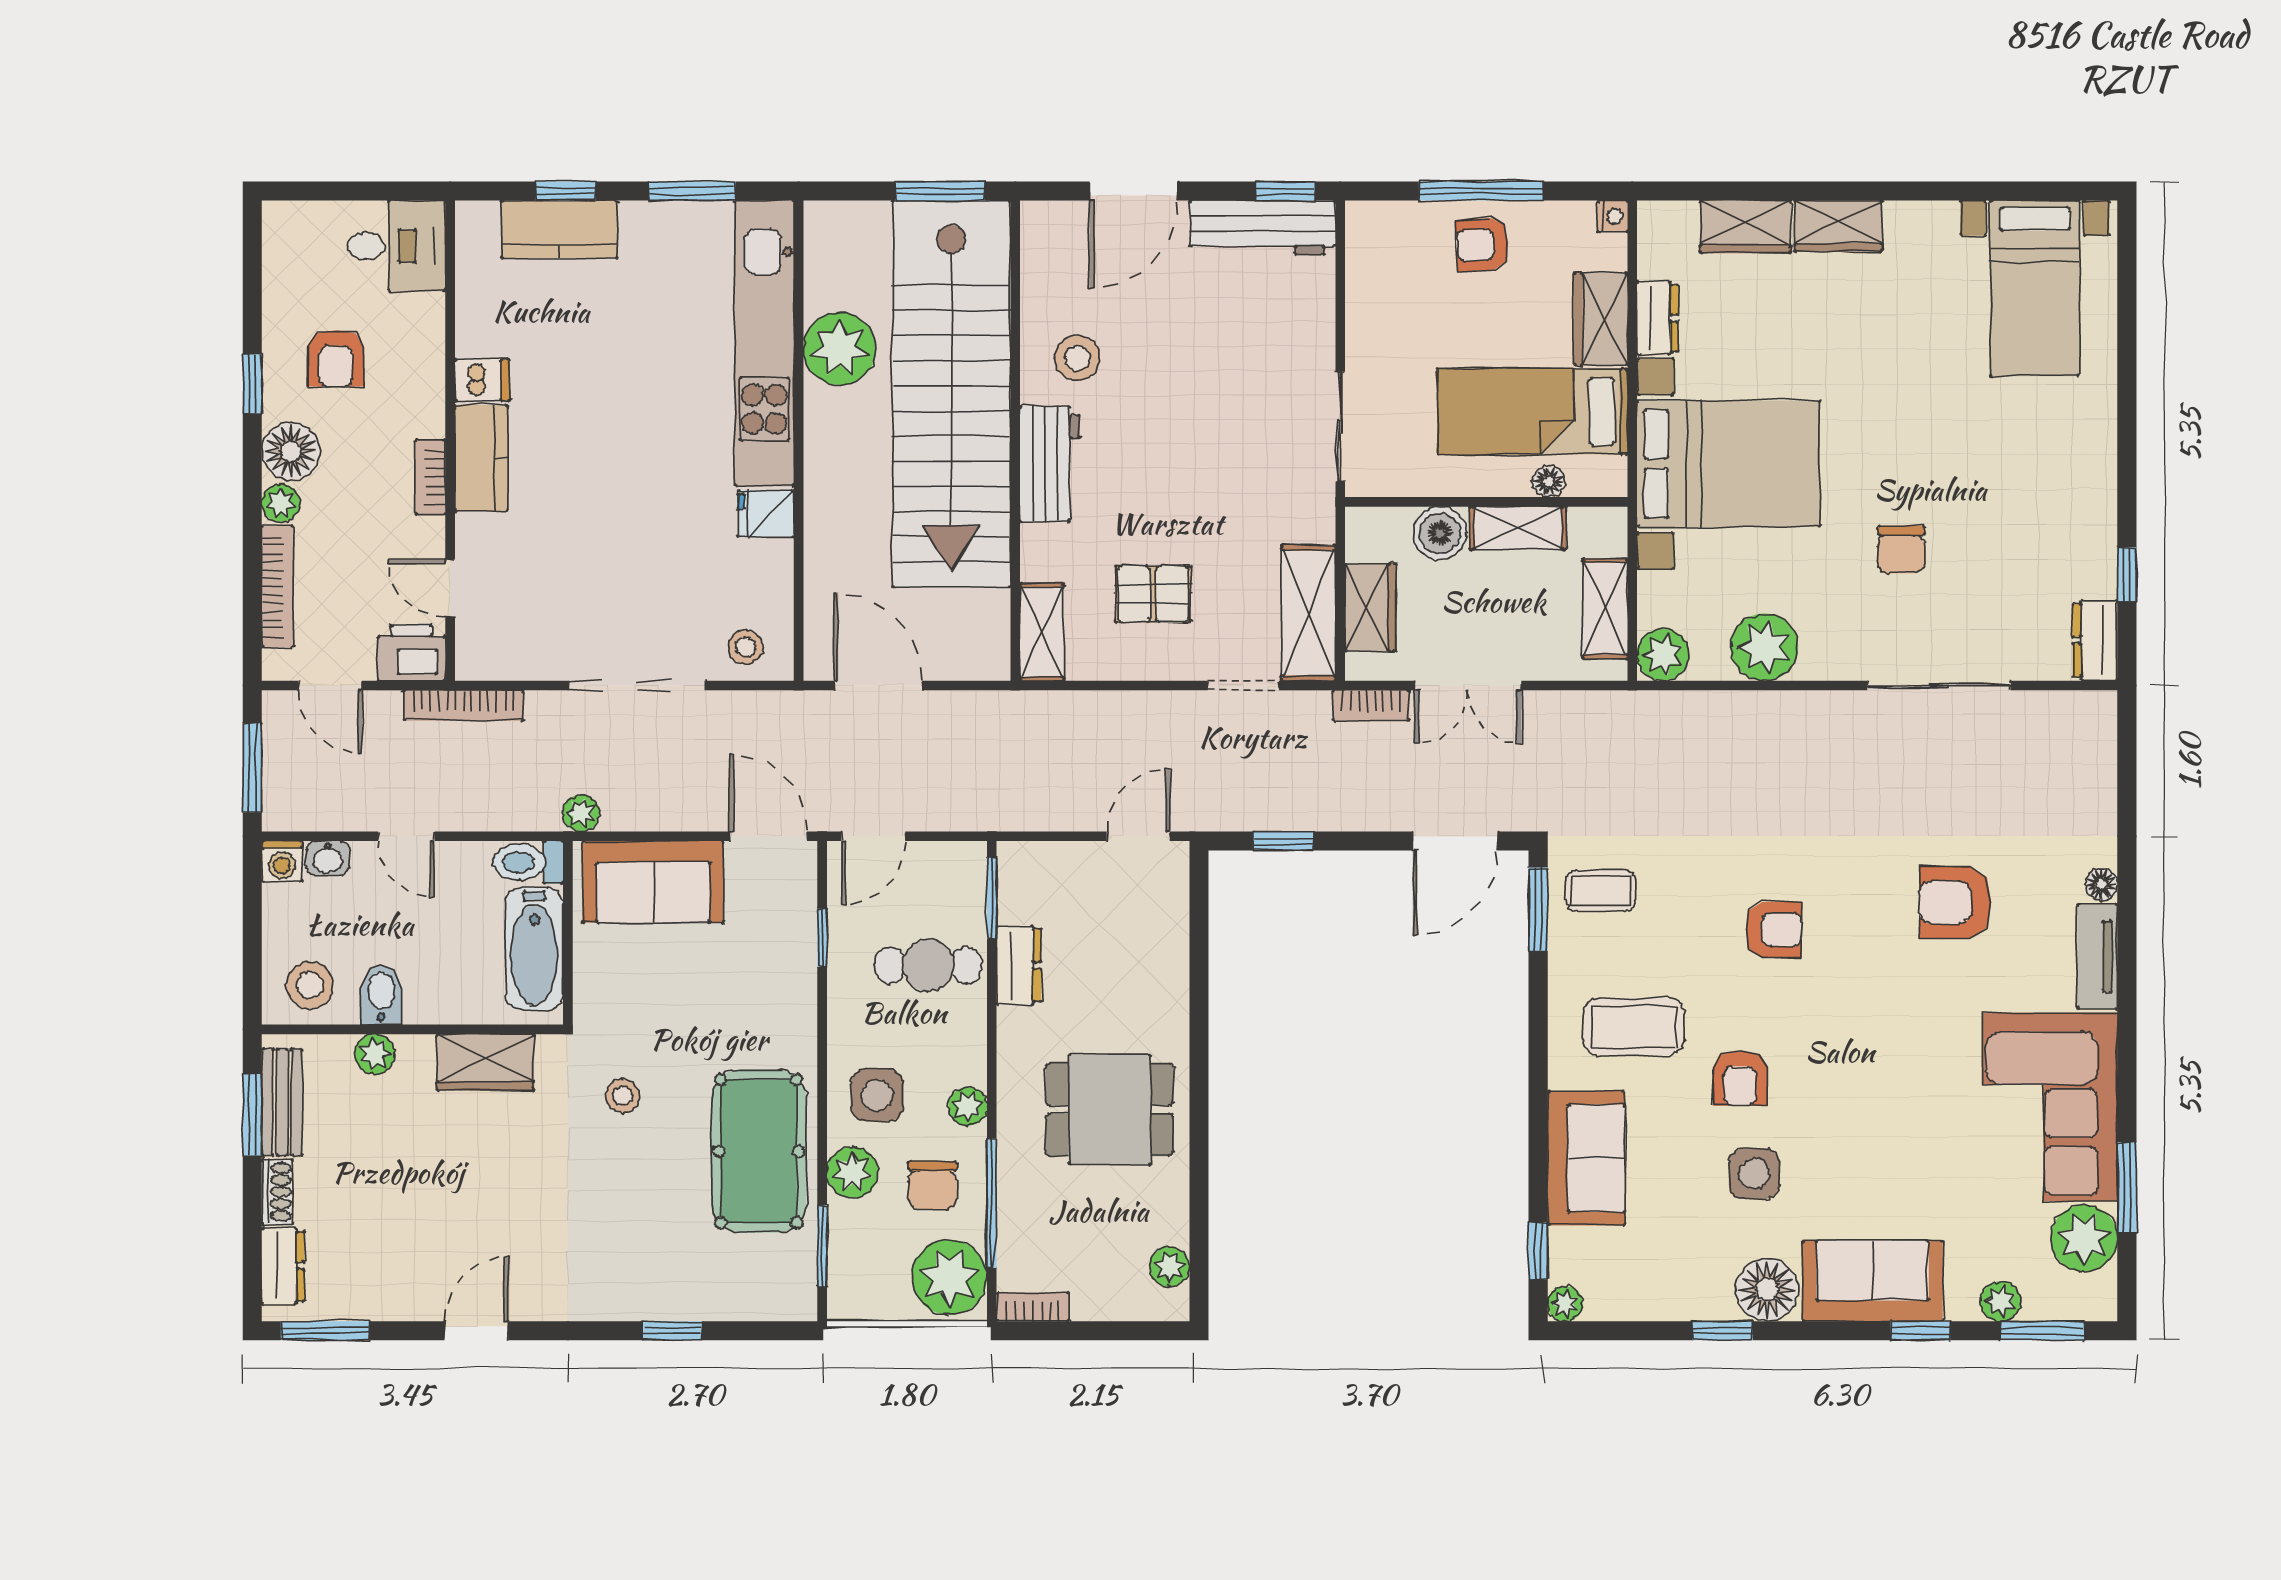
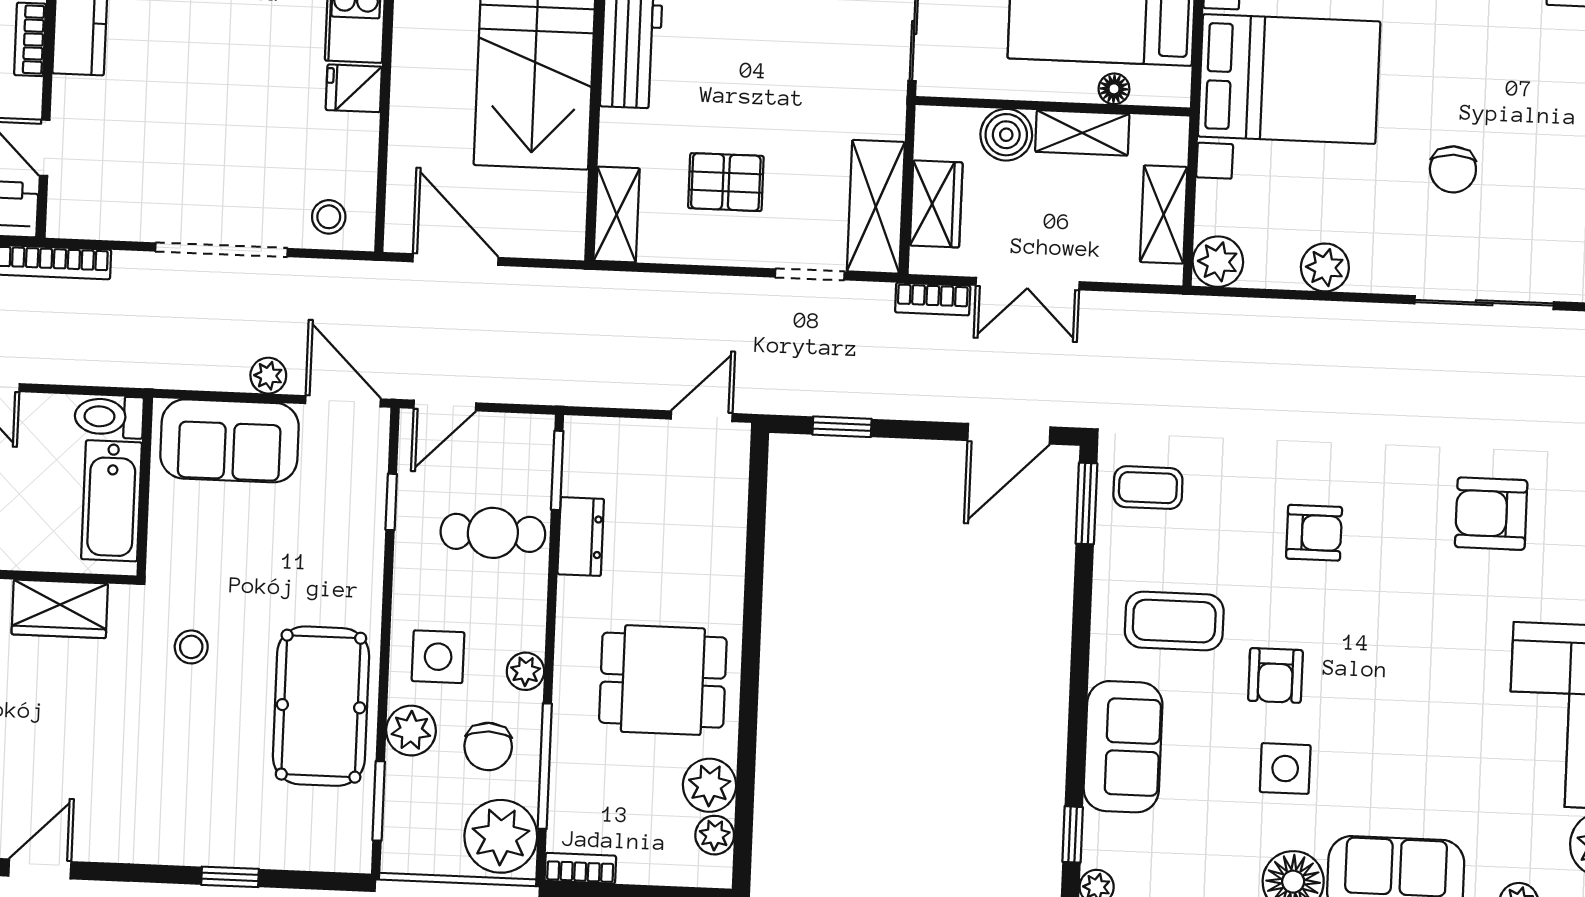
plant: (1764, 647) -> (1325, 267), width x0.73, depth x0.73
plant: (581, 813) -> (268, 376), moved
plant: (1162, 1216) -> (709, 785), added

